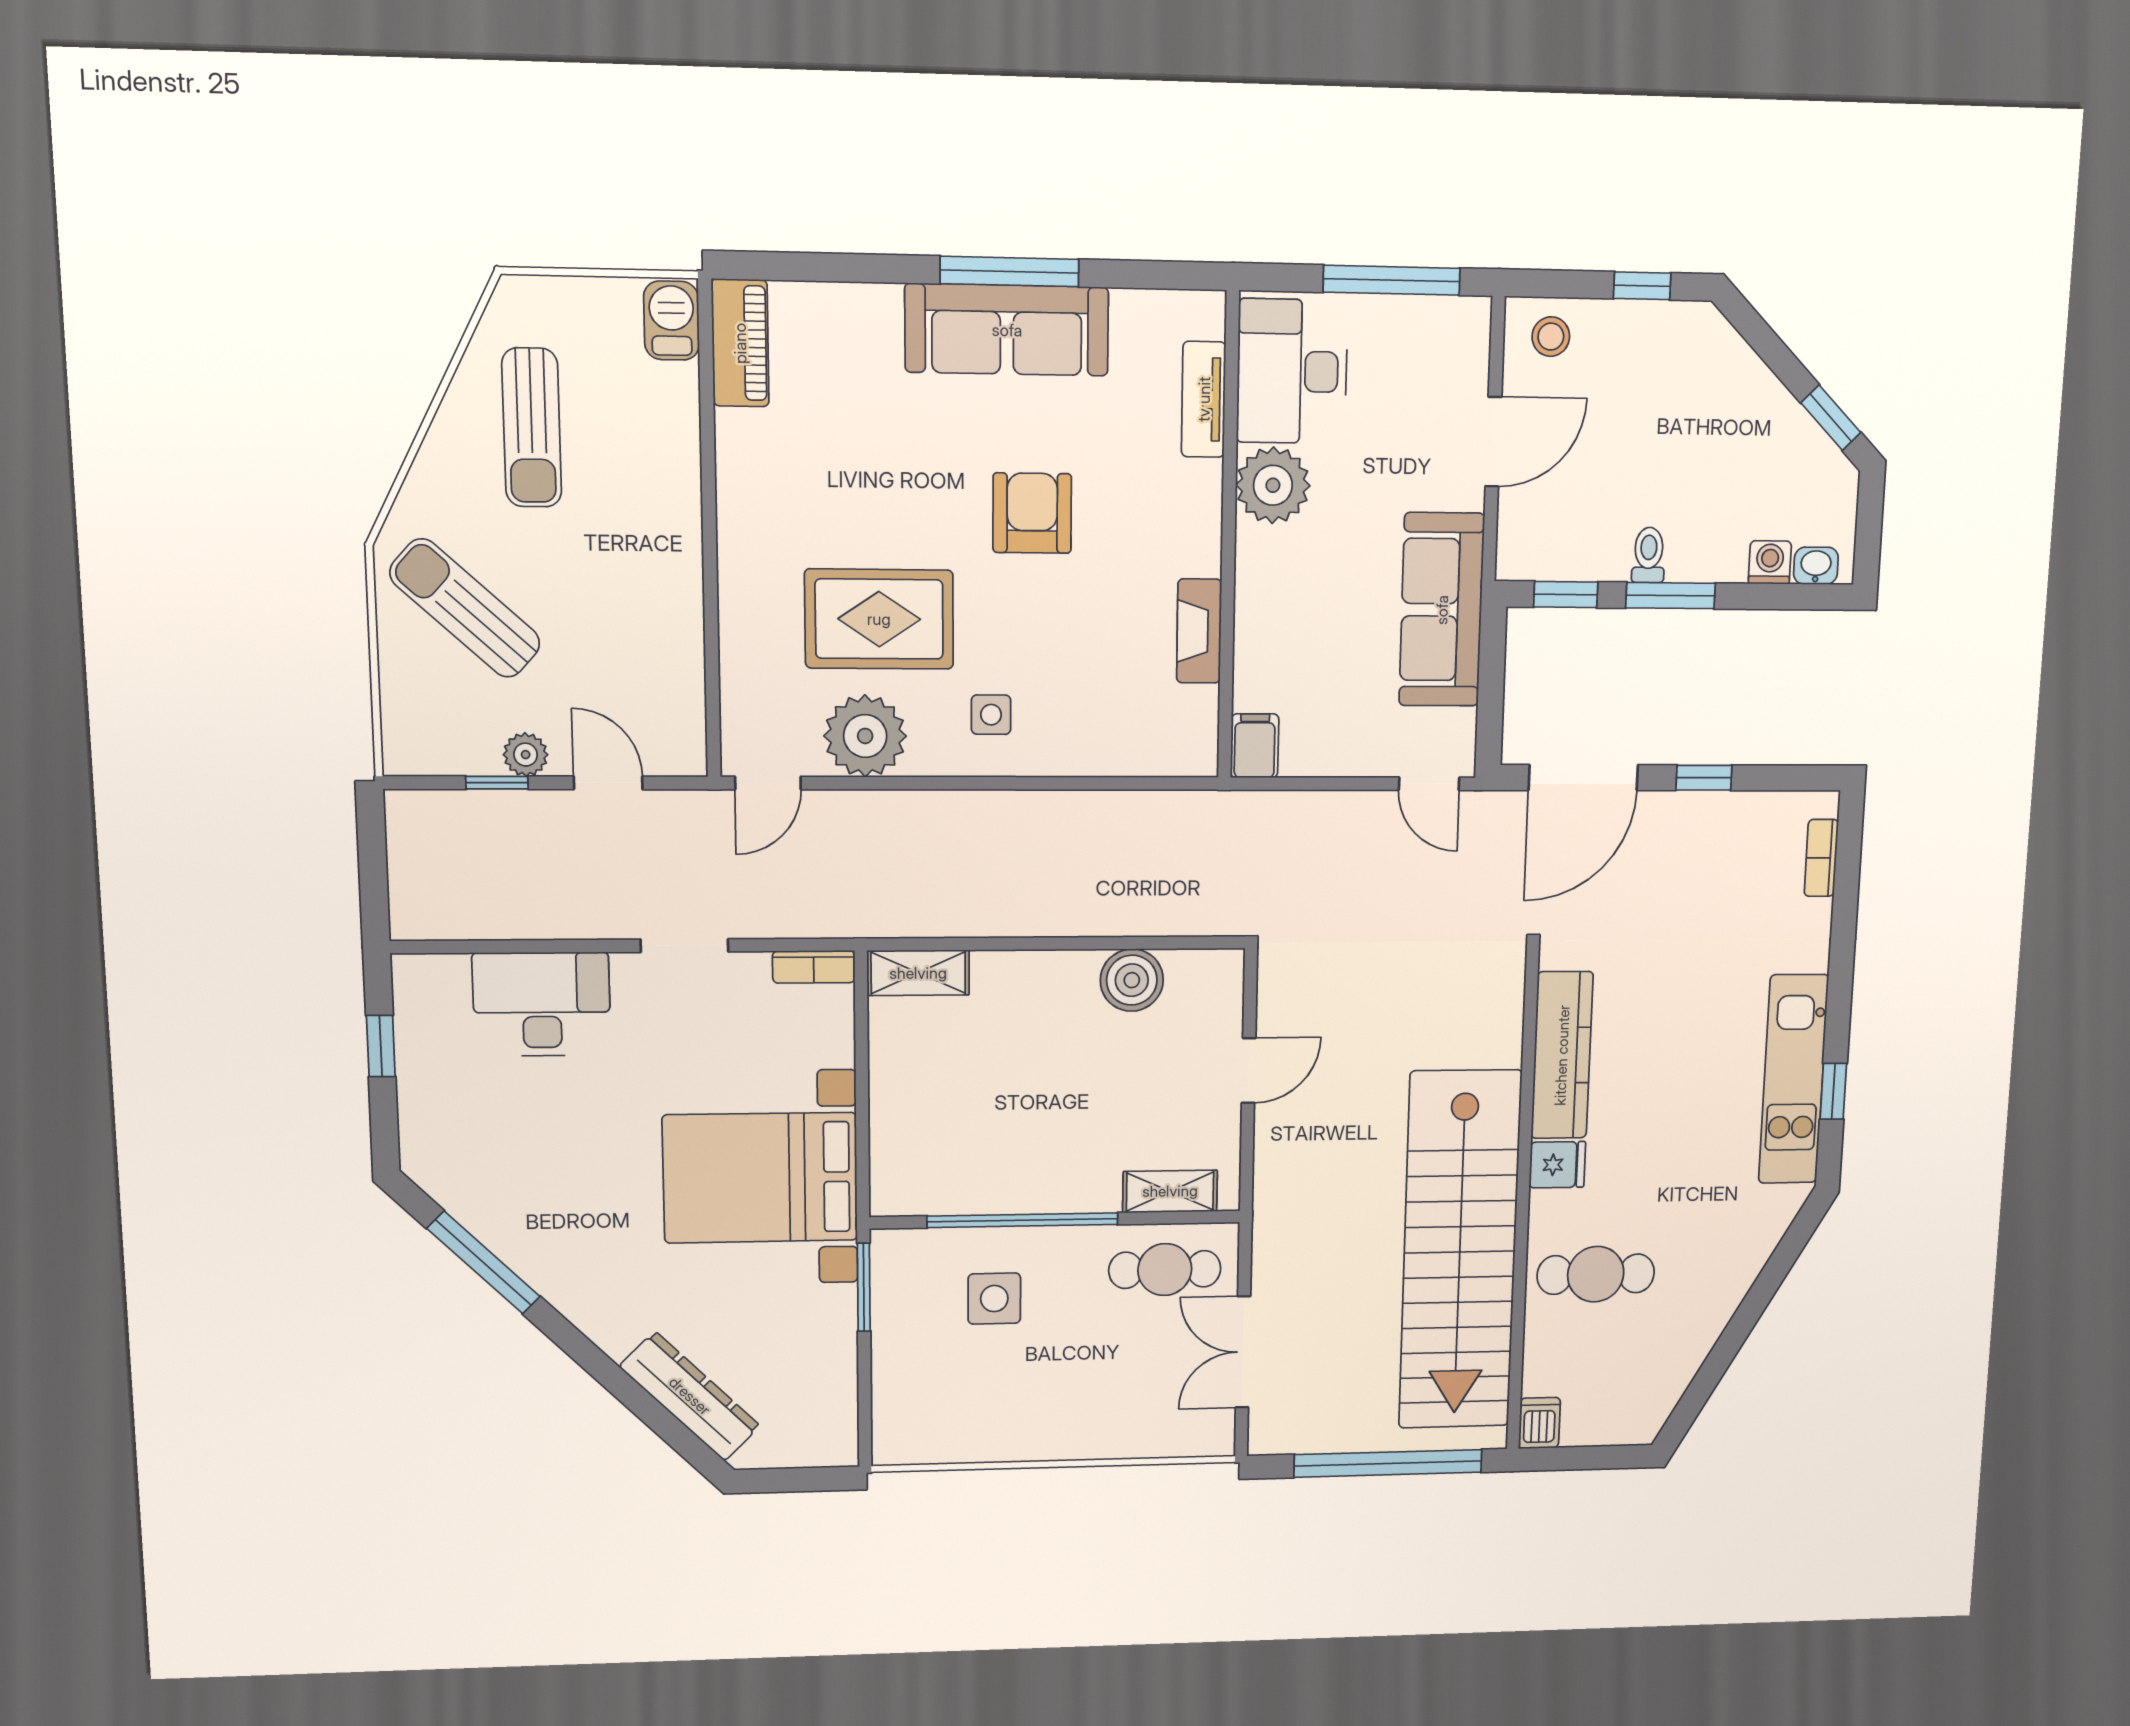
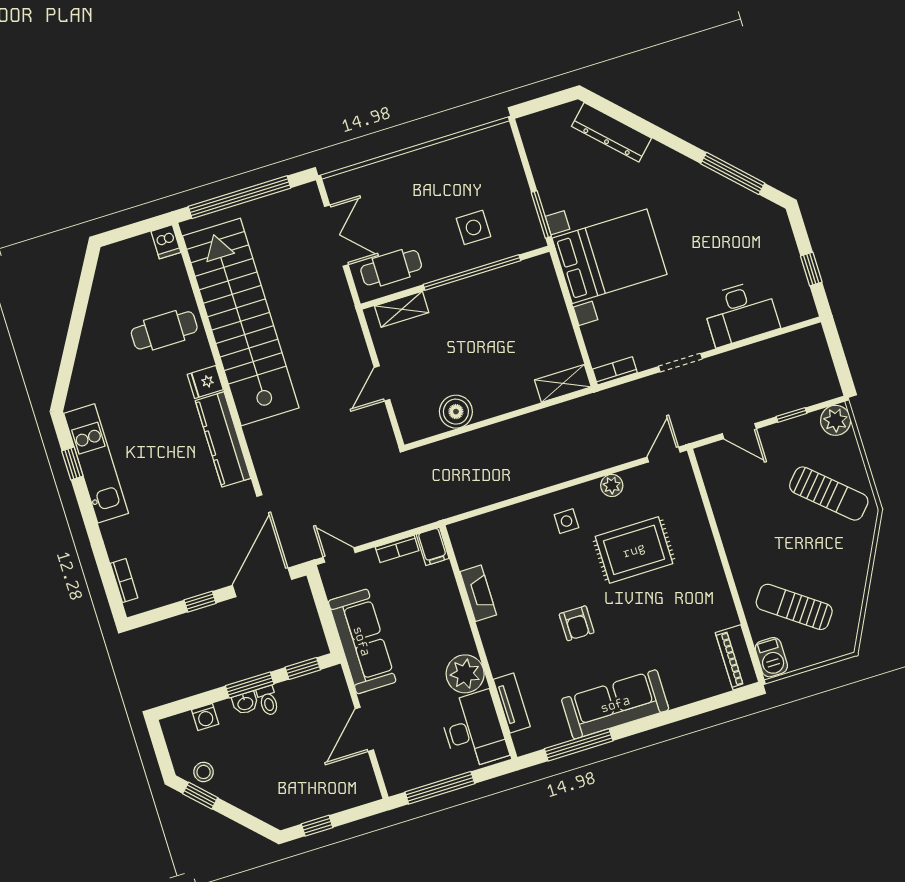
window: (1009, 271) -> (579, 745), moved
stool: (1551, 337) -> (204, 772), moved
sun lounger: (532, 428) -> (794, 607), moved, turned -54
armchair: (1032, 513) -> (577, 623), width x0.72, depth x0.72
washbasin: (1816, 566) -> (245, 703), moved
plant: (865, 736) -> (612, 485), width x0.53, depth x0.53
plant: (526, 755) -> (836, 420), moved, width x1.38, depth x1.38
bookcase: (1321, 762) -> (397, 549), added

